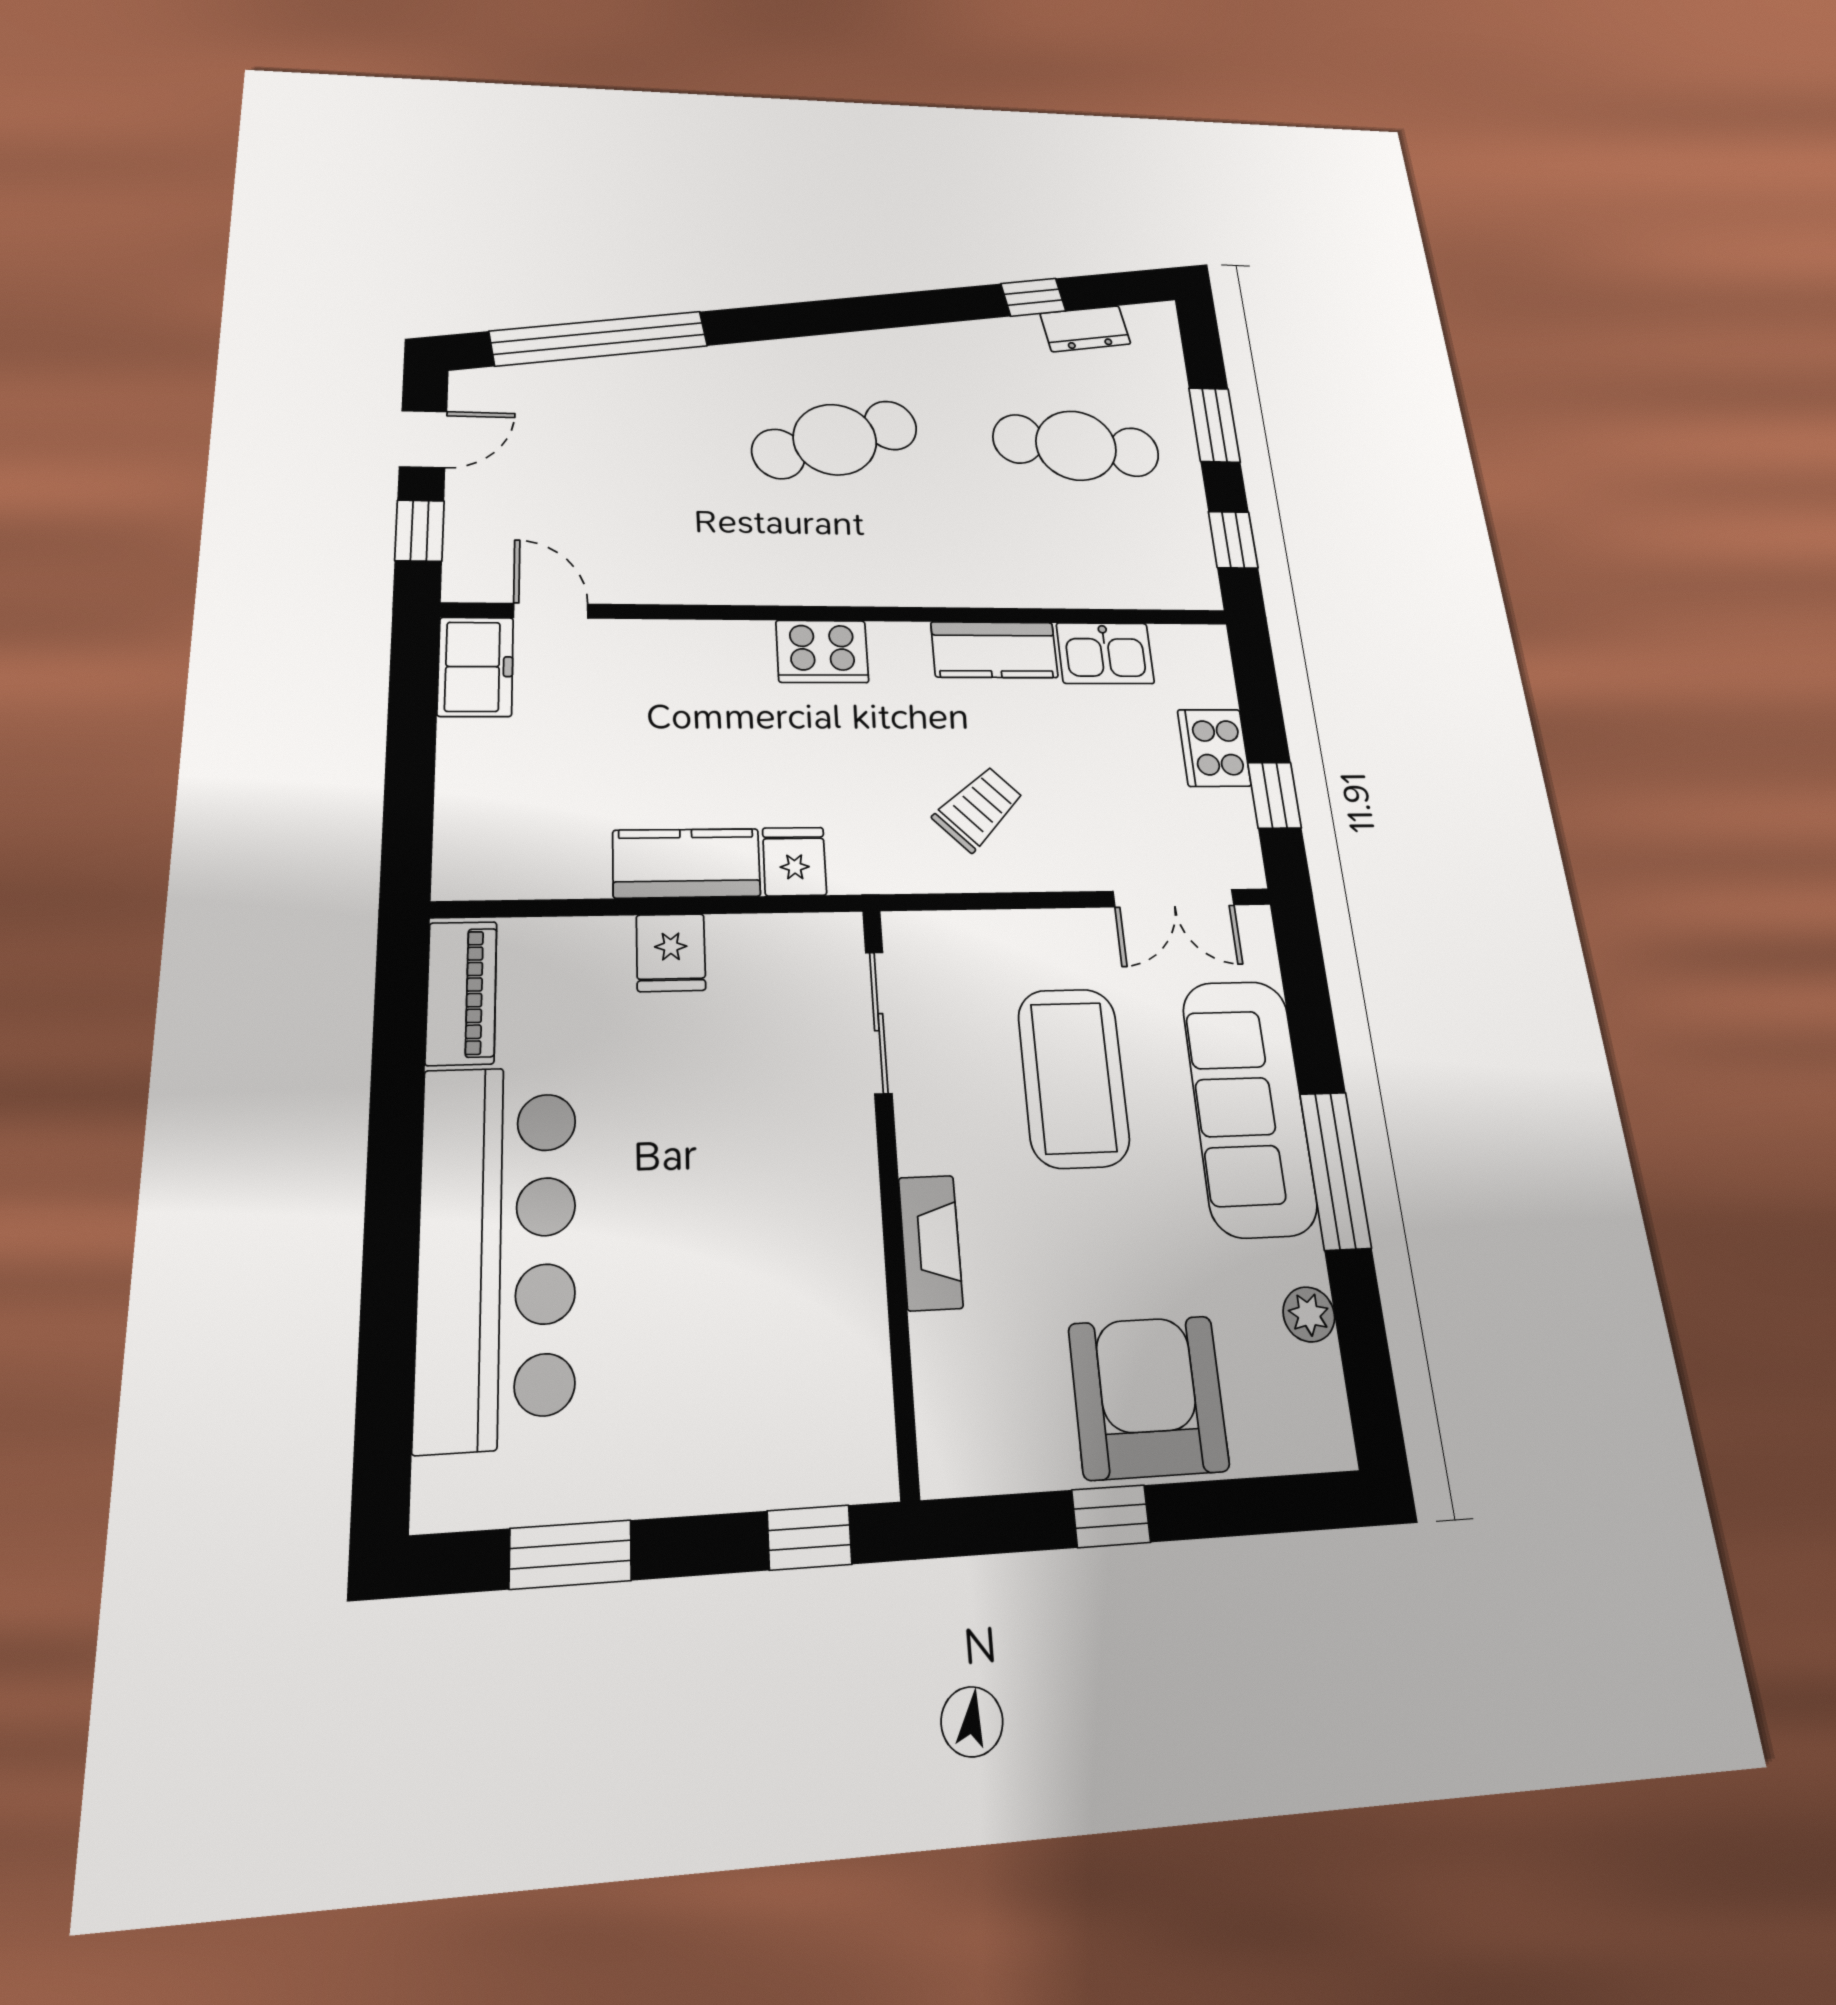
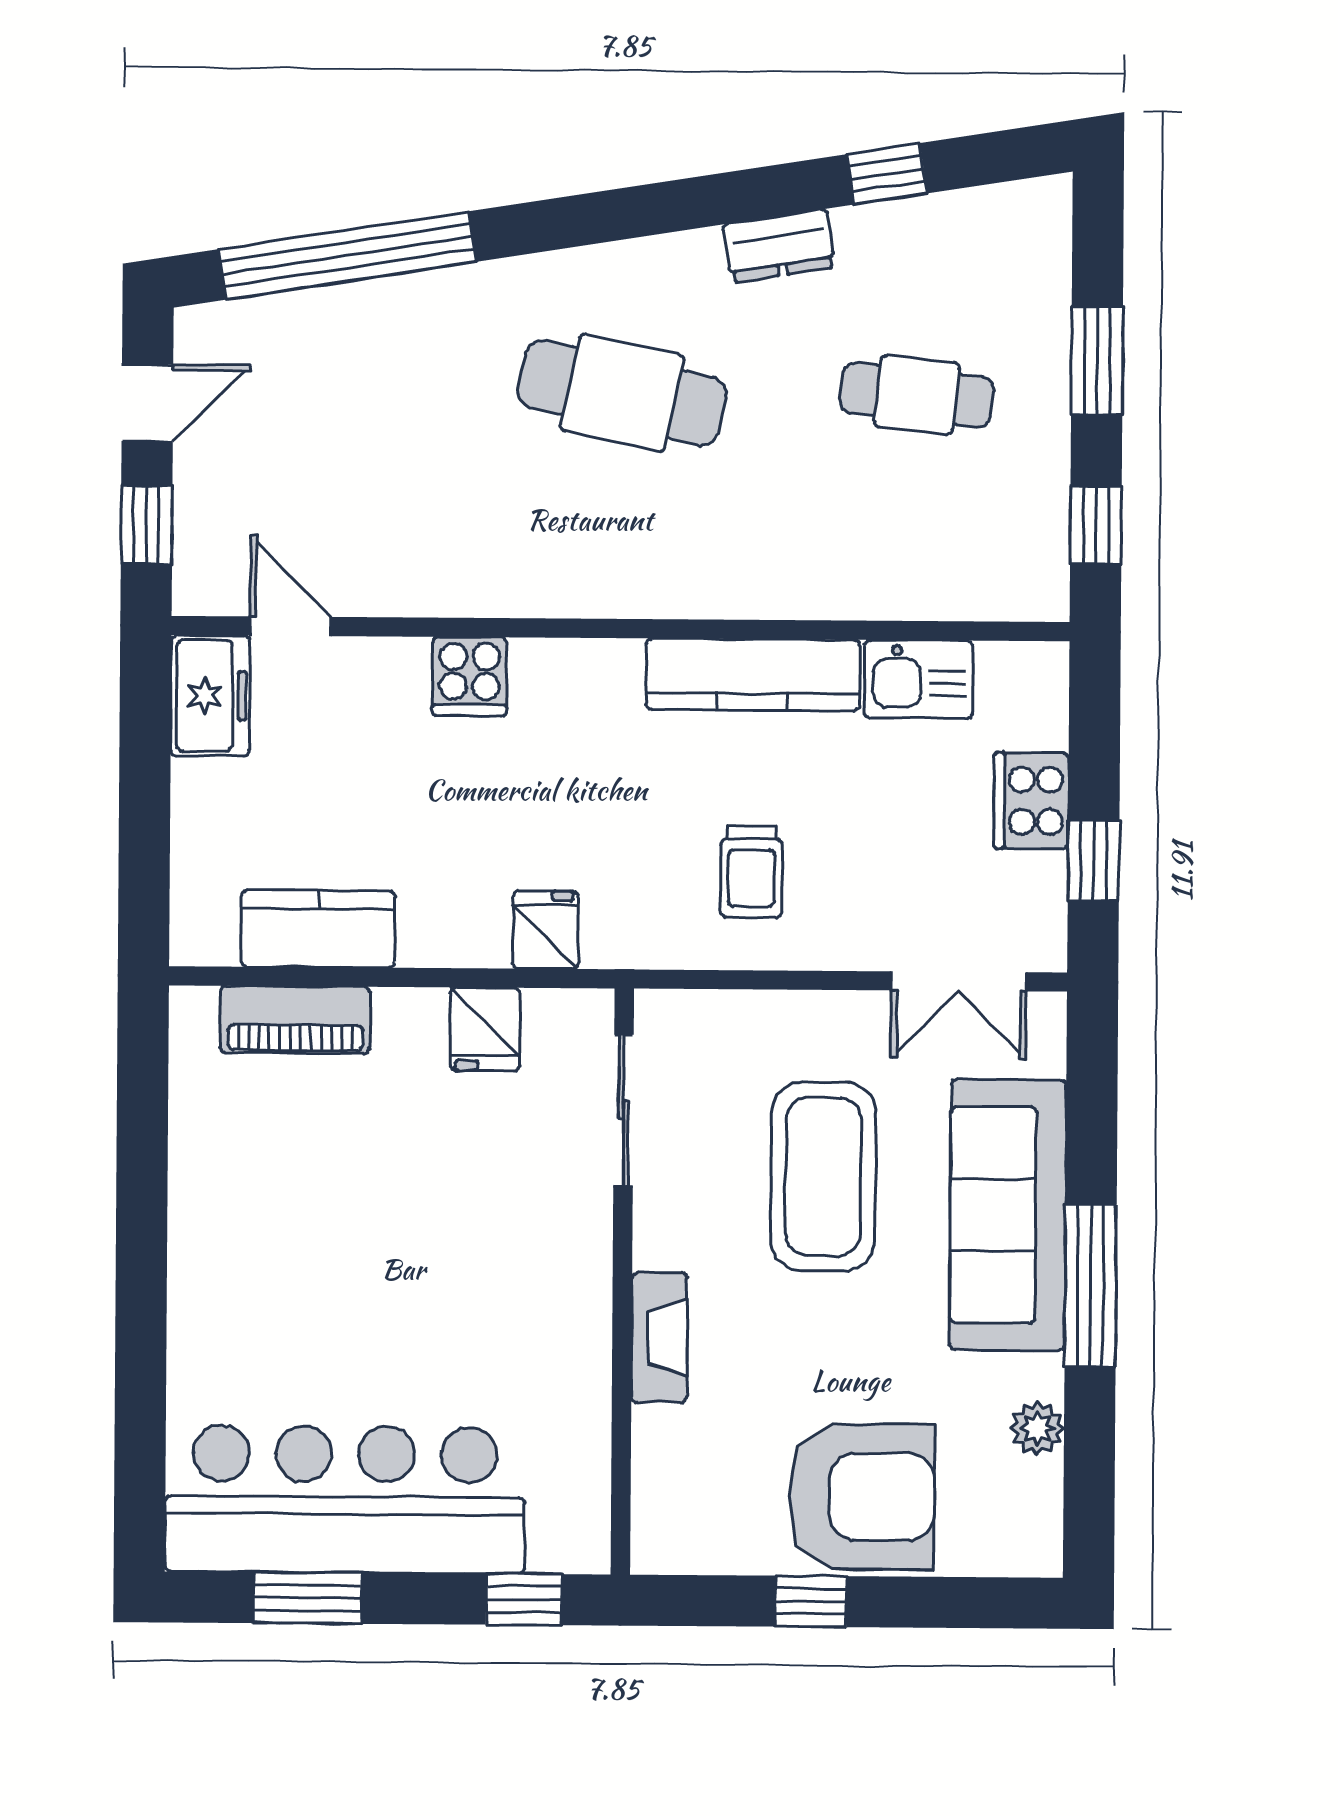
dresser: (1085, 329) -> (779, 246), moved
cafe table: (835, 440) -> (622, 393), turned 30
cafe table: (1076, 446) -> (917, 395), width x0.73, depth x0.74
kitchen counter: (994, 650) -> (753, 675), width x1.50
cooker: (822, 651) -> (470, 676), moved, width x0.73
trolley: (979, 808) -> (751, 872), turned 134
kitchen counter: (686, 863) -> (318, 929), moved
fridge: (671, 953) -> (485, 1029), moved
piano: (461, 993) -> (295, 1020), moved, turned 90
bar counter: (497, 1252) -> (345, 1499), moved, turned -90
armchair: (1148, 1397) -> (861, 1497), turned 90

